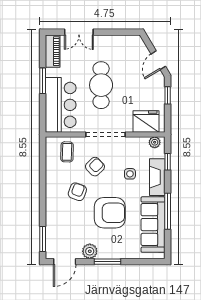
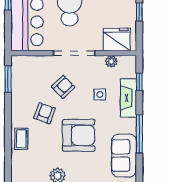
plant: (155, 142) -> (111, 61), moved
coffee table: (67, 152) -> (21, 139), moved
sofa: (153, 225) -> (124, 156), width x0.73
window: (43, 239) -> (8, 79), moved

